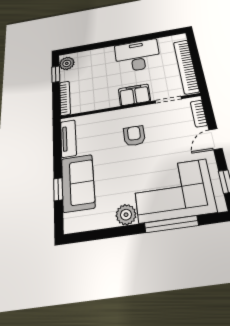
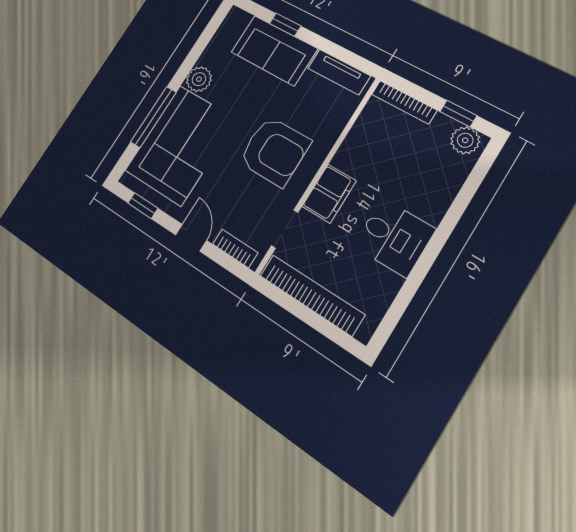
desk: (137, 56) -> (394, 237), width x0.73
armchair: (134, 136) -> (274, 151), width x1.88, depth x1.88

